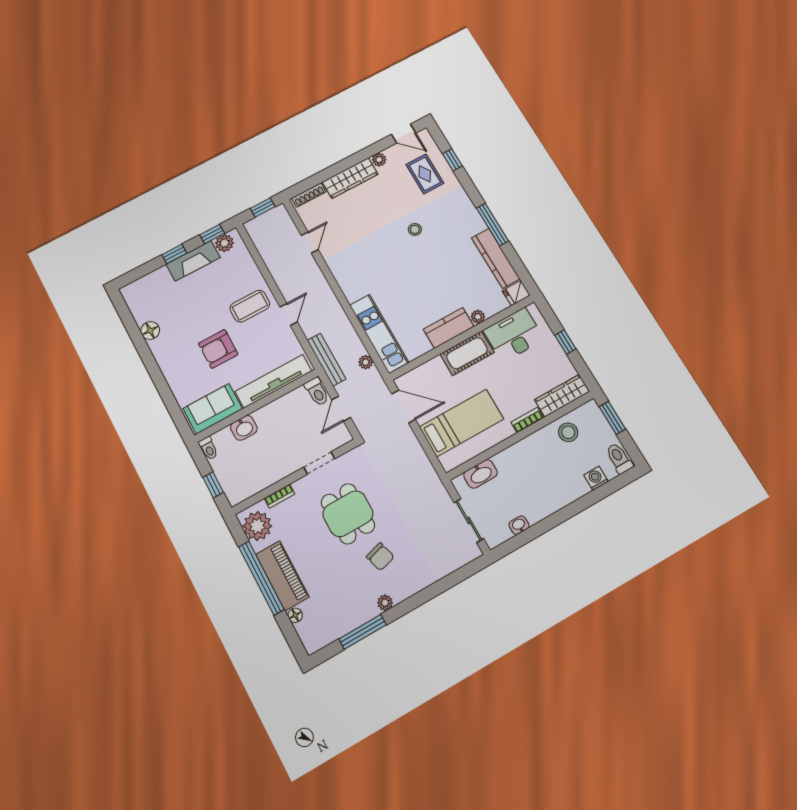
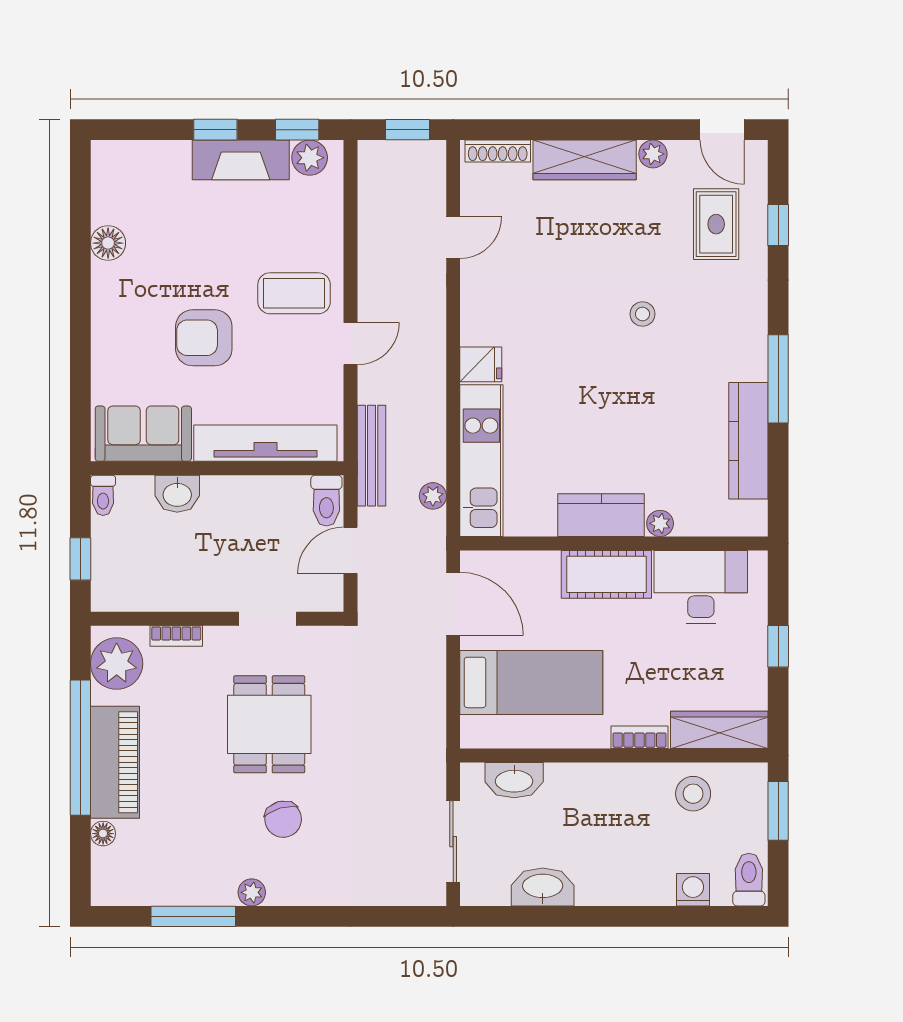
fridge: (516, 293) -> (481, 364), moved, turned 180
washbasin: (519, 525) -> (543, 887), width x1.91, depth x1.45

